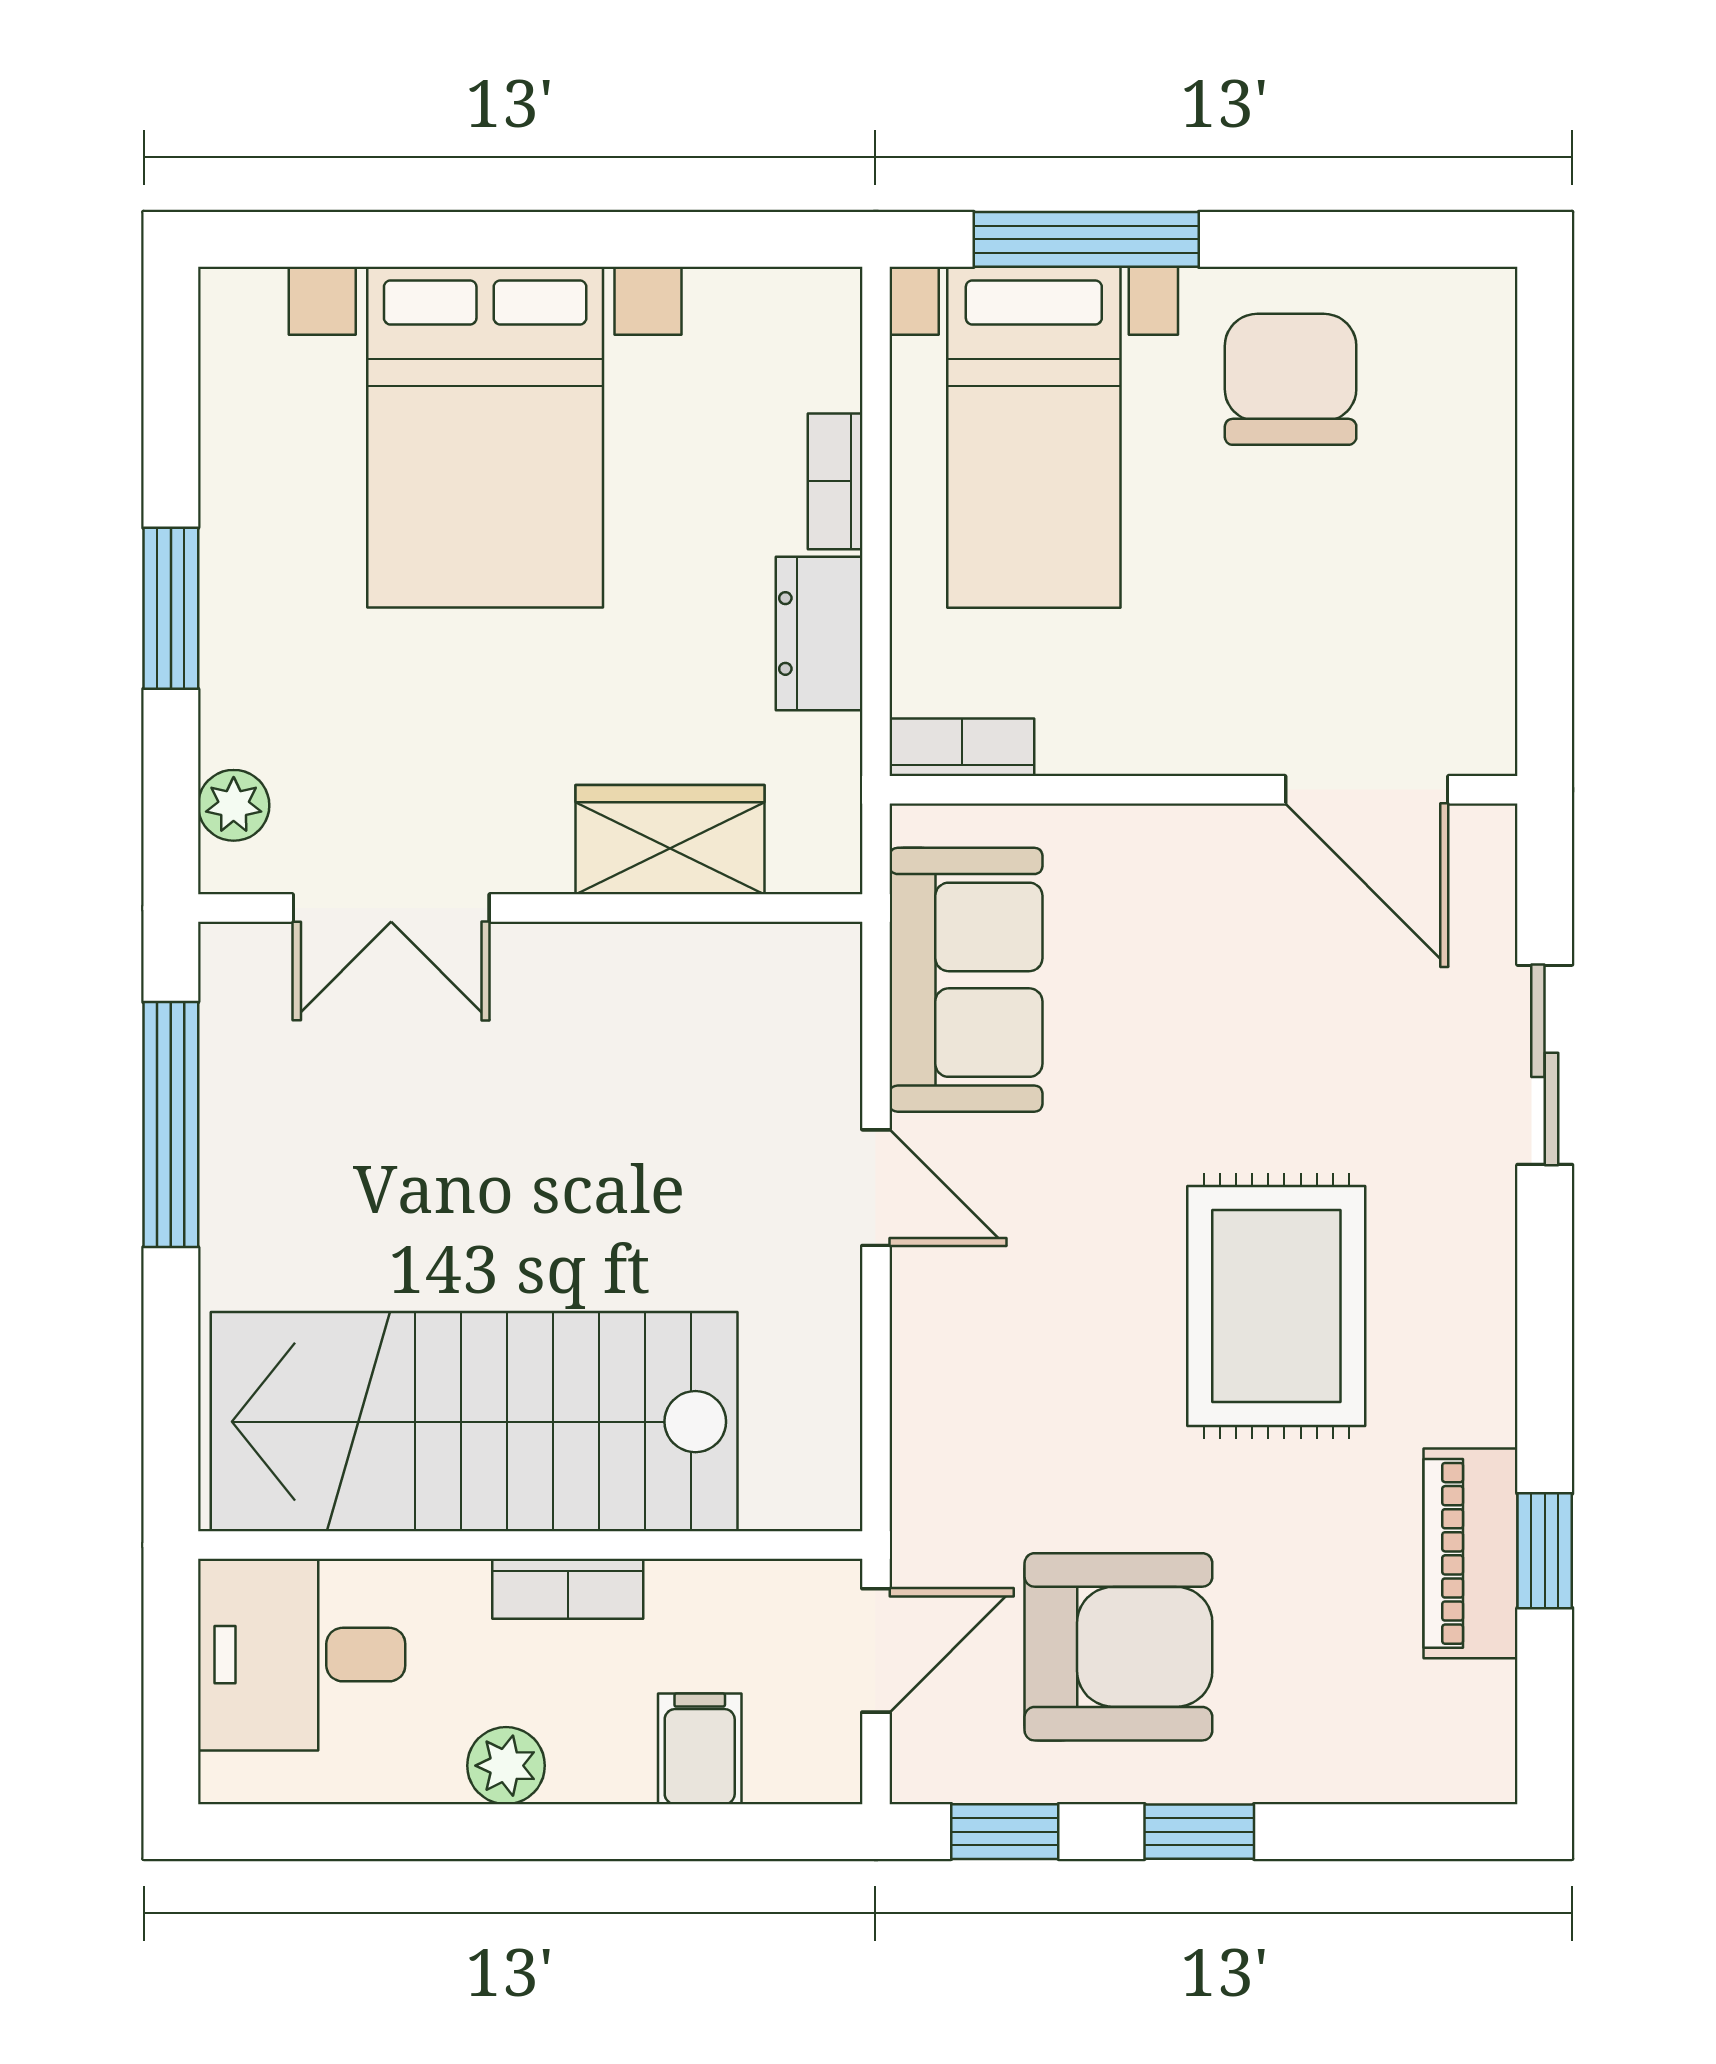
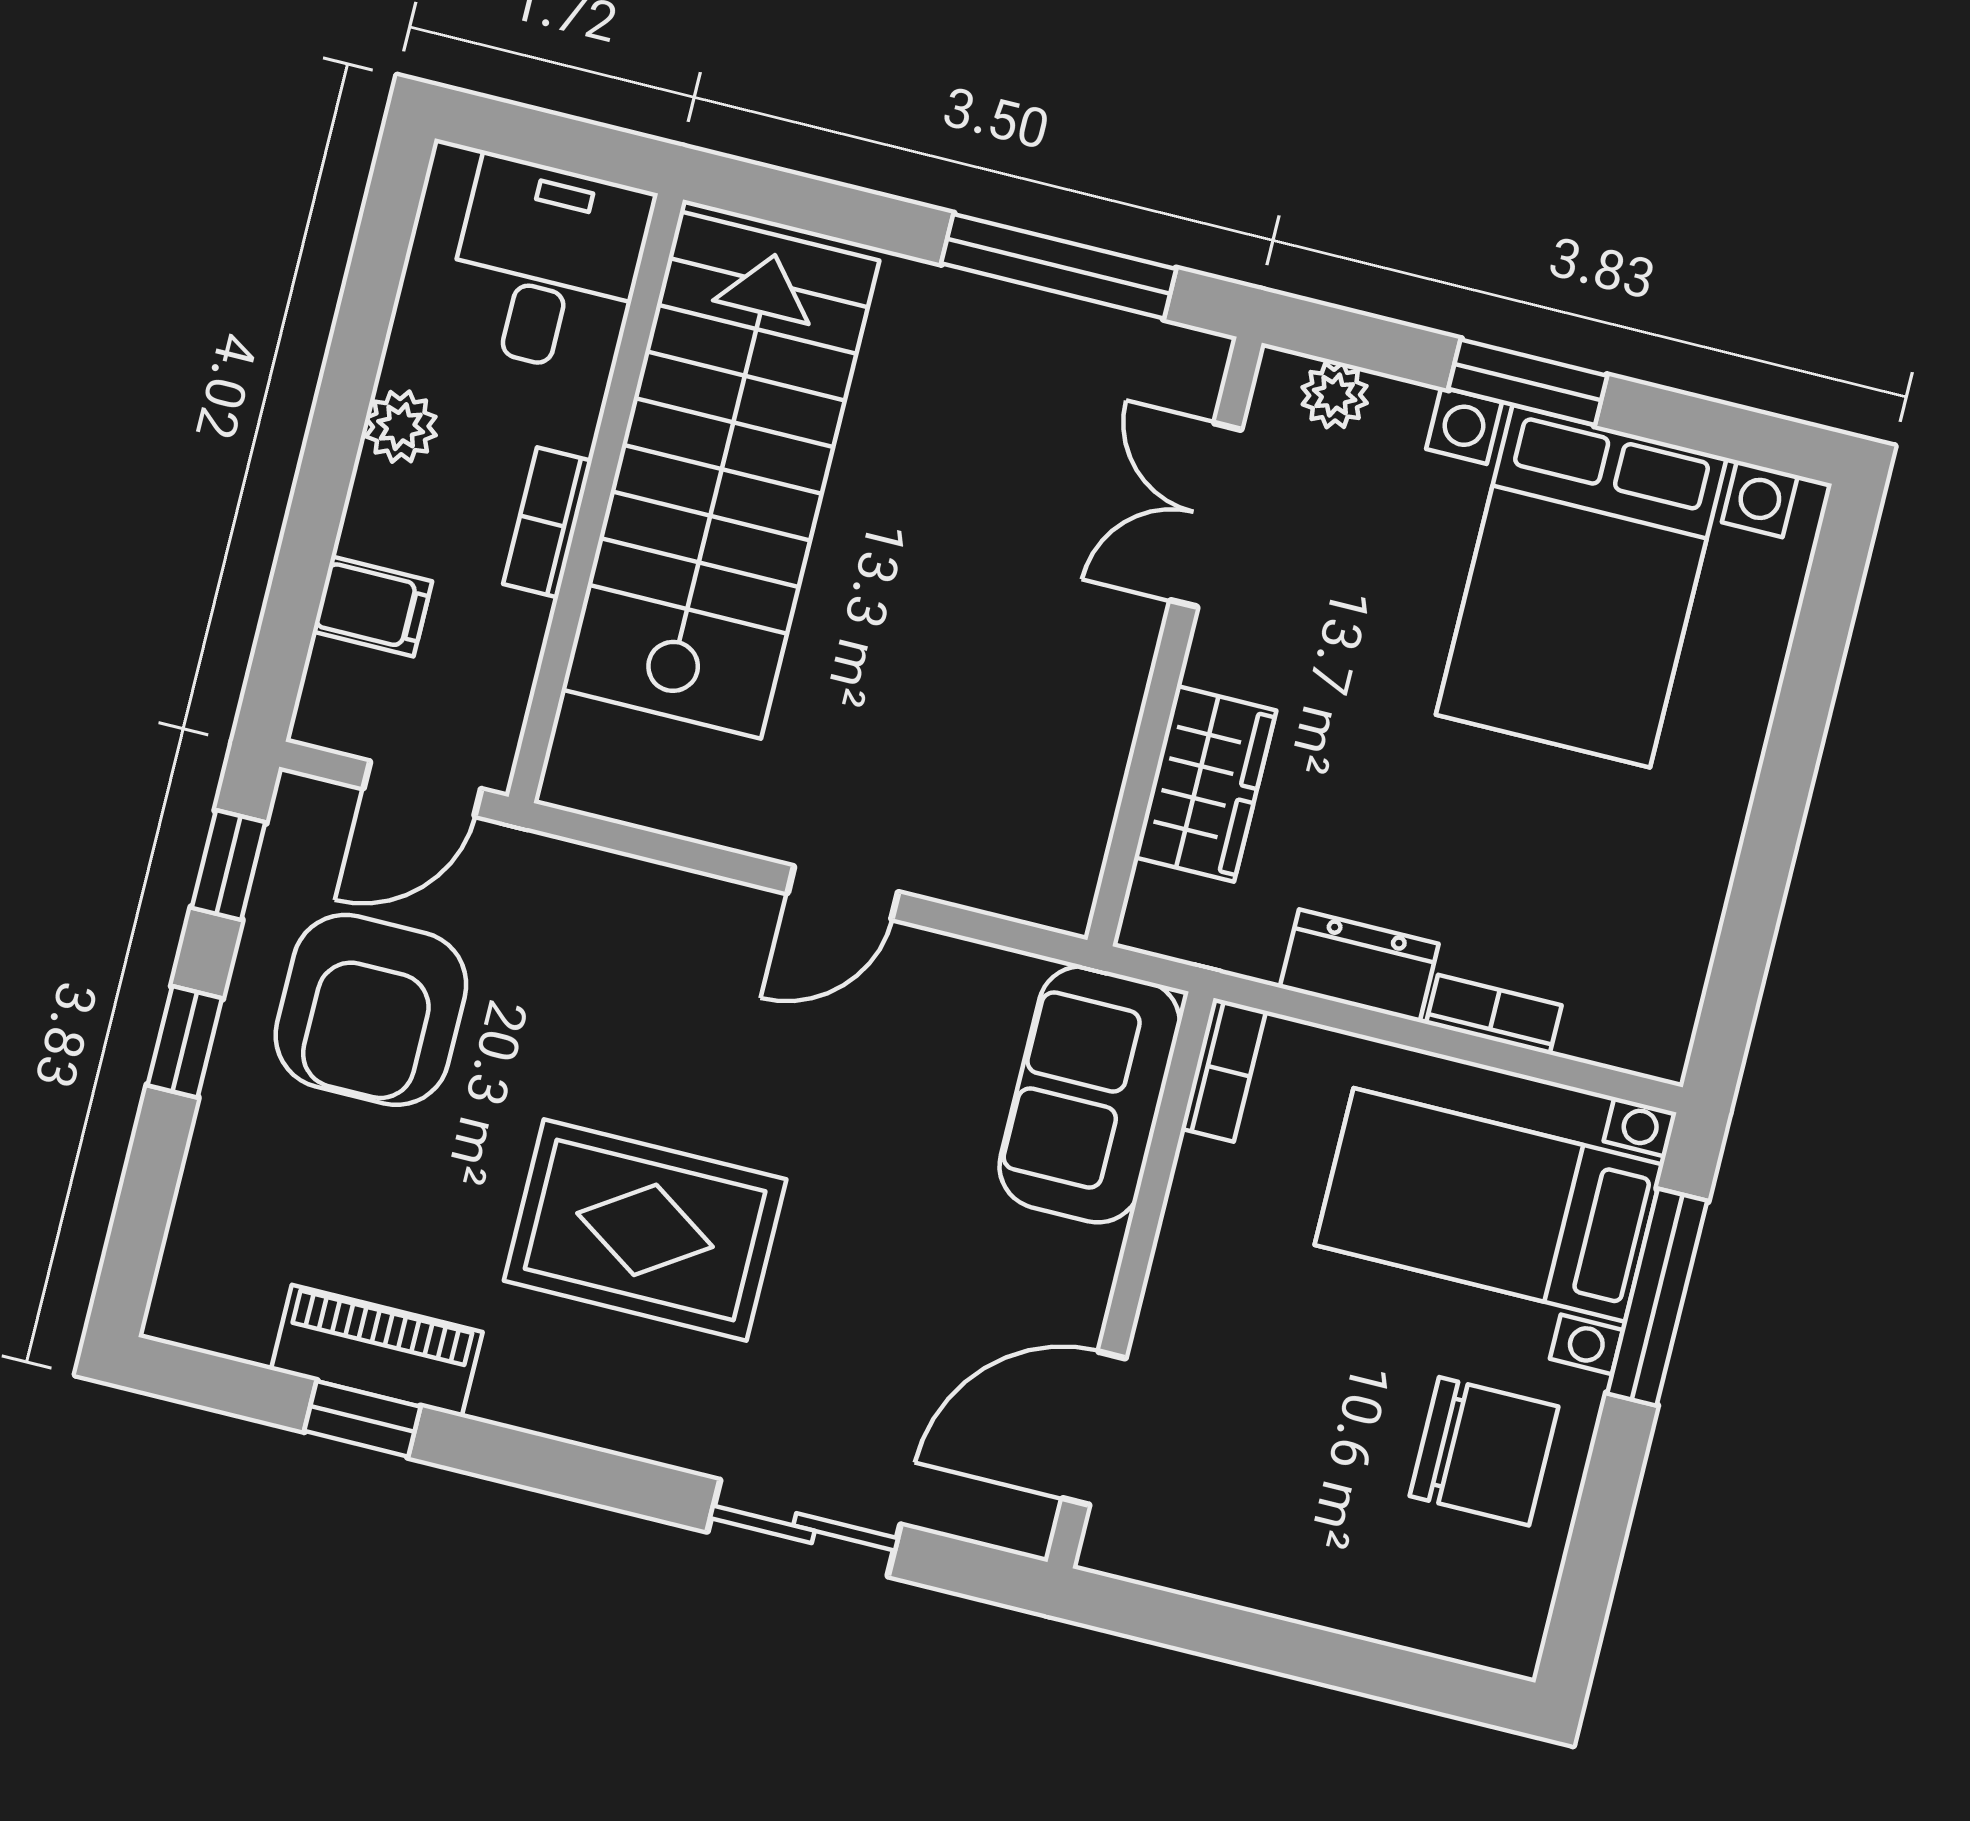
bed with nightstands: (485, 437) -> (1581, 586), moved, turned -90
sofa: (966, 980) -> (1090, 1094), moved, turned 90
door: (876, 1650) -> (422, 789), hinge flipped

